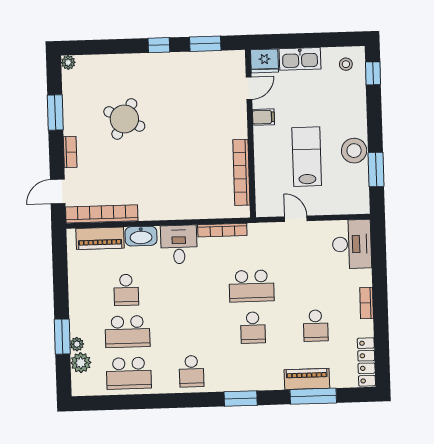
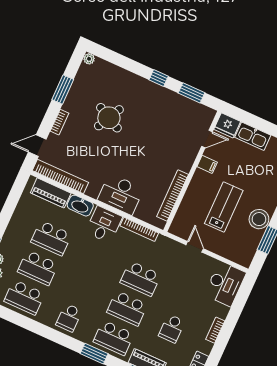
desk: (181, 200) -> (121, 194), added
school desk: (126, 290) -> (51, 238), width x1.85
school desk: (253, 328) -> (127, 308), width x1.85
school desk: (254, 369) -> (114, 338), added

